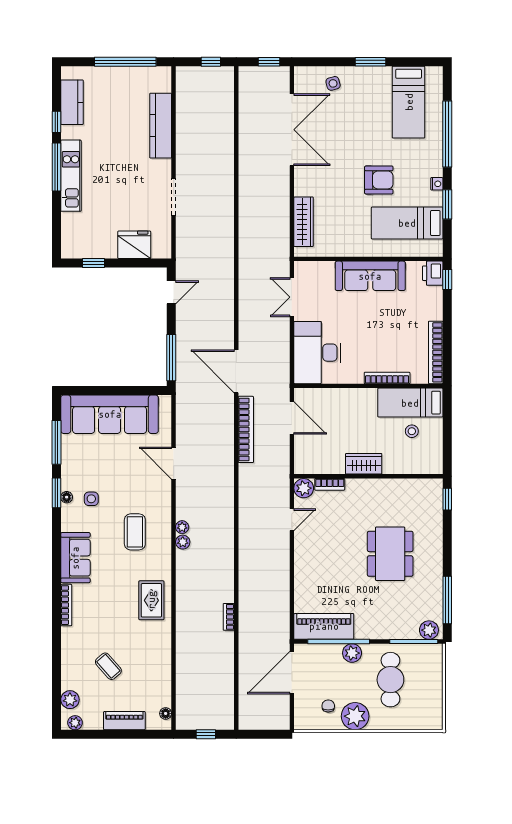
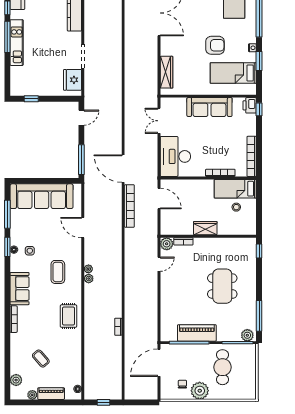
fridge: (134, 245) -> (73, 80), moved, turned -90
piano: (324, 626) -> (197, 333), moved
plant: (352, 653) -> (198, 350), removed
plant: (75, 723) -> (32, 395), moved

